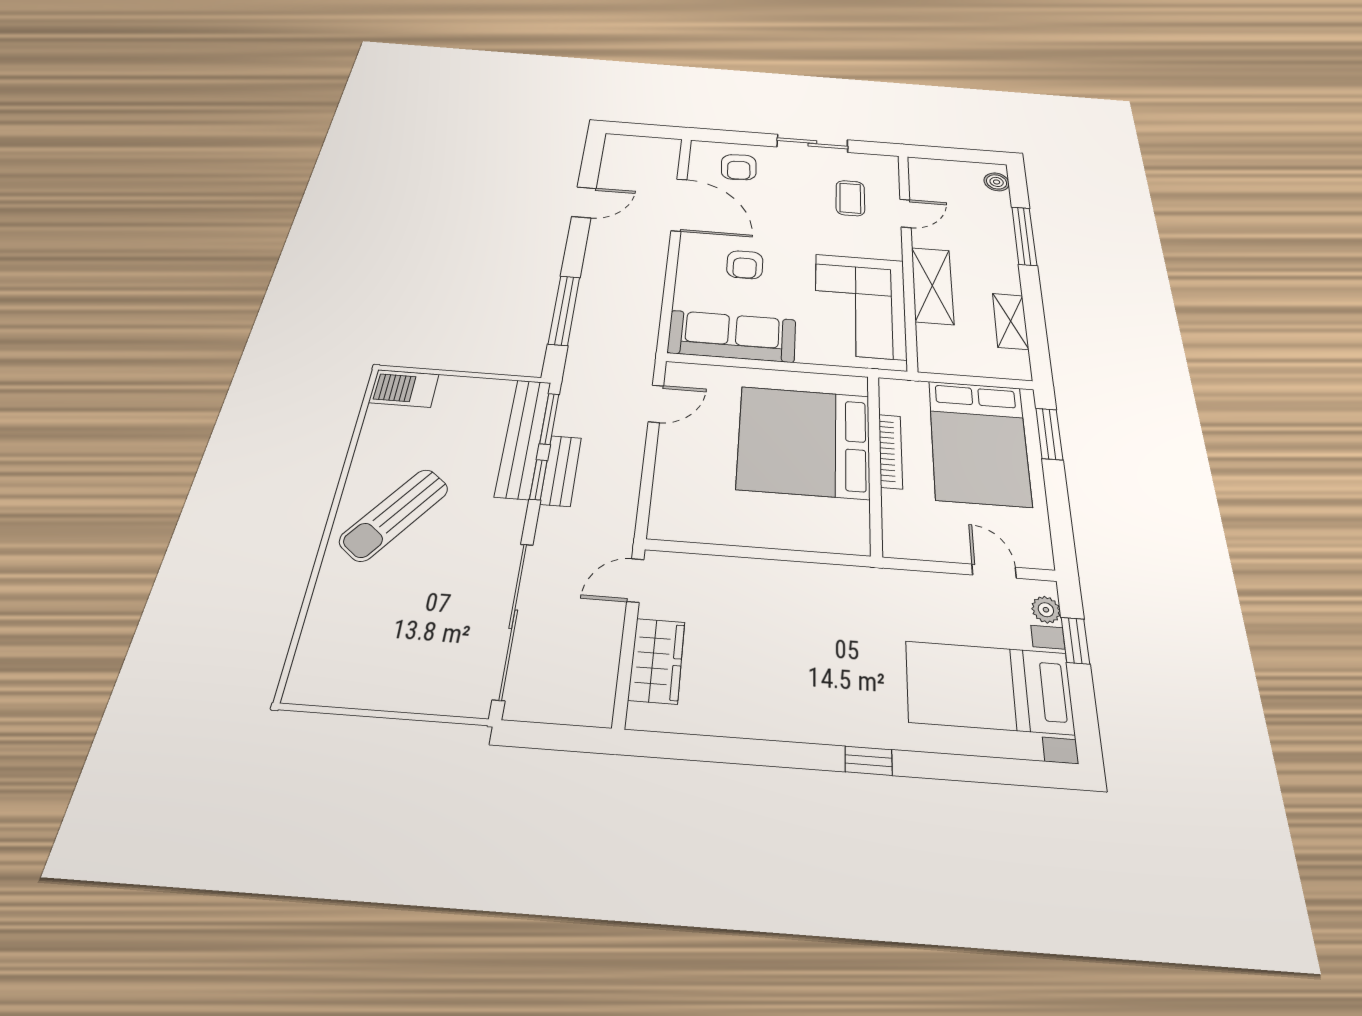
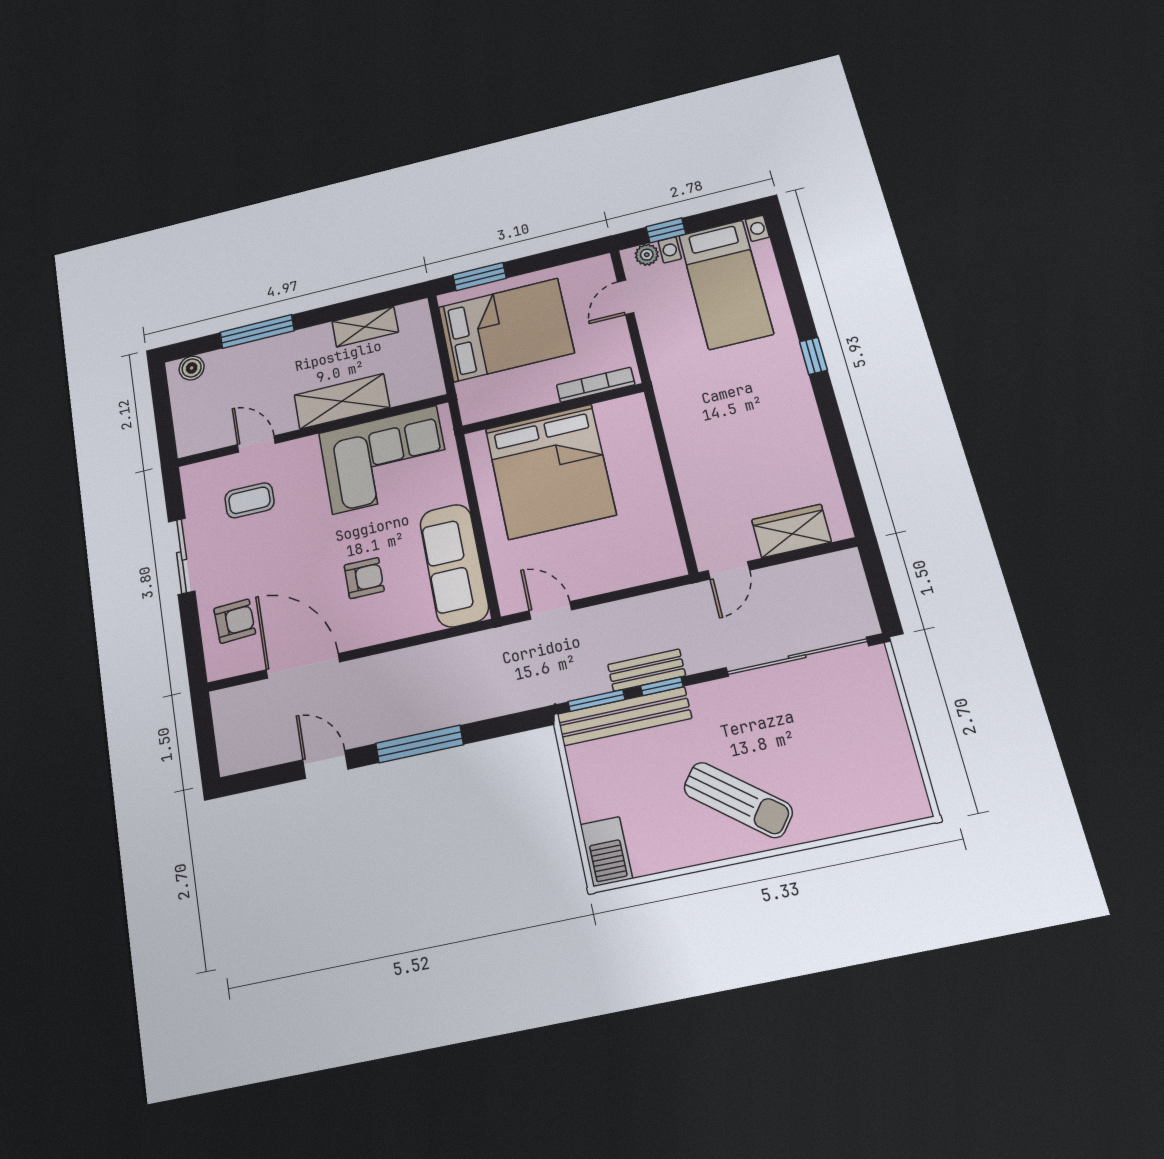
door: (679, 205) -> (303, 666), hinge flipped
window: (564, 310) -> (419, 744), moved
bookcase: (891, 451) -> (596, 385), moved
door: (635, 580) -> (729, 570), hinge flipped

